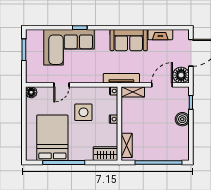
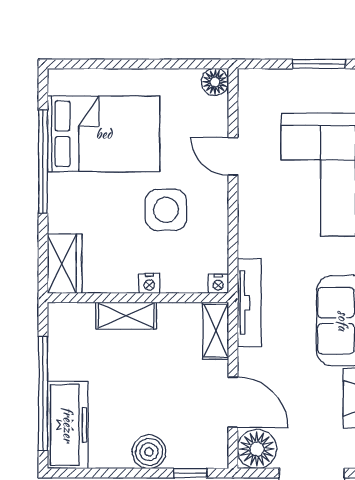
shelving: (127, 145) -> (126, 316), moved
freezer: (171, 152) -> (68, 425), added

